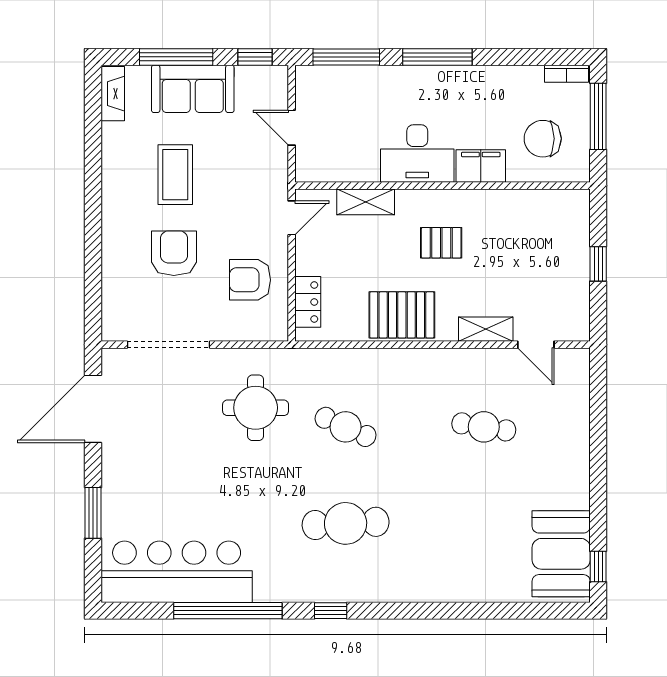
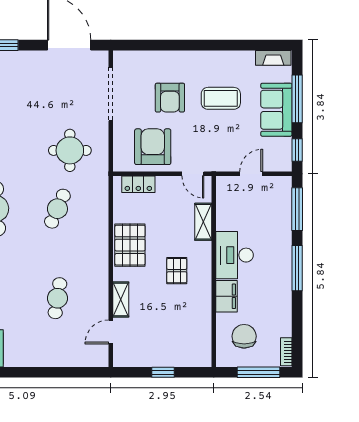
armchair: (174, 253) -> (170, 98), turned 90
armchair: (250, 280) -> (153, 147), width x1.36, depth x1.36

